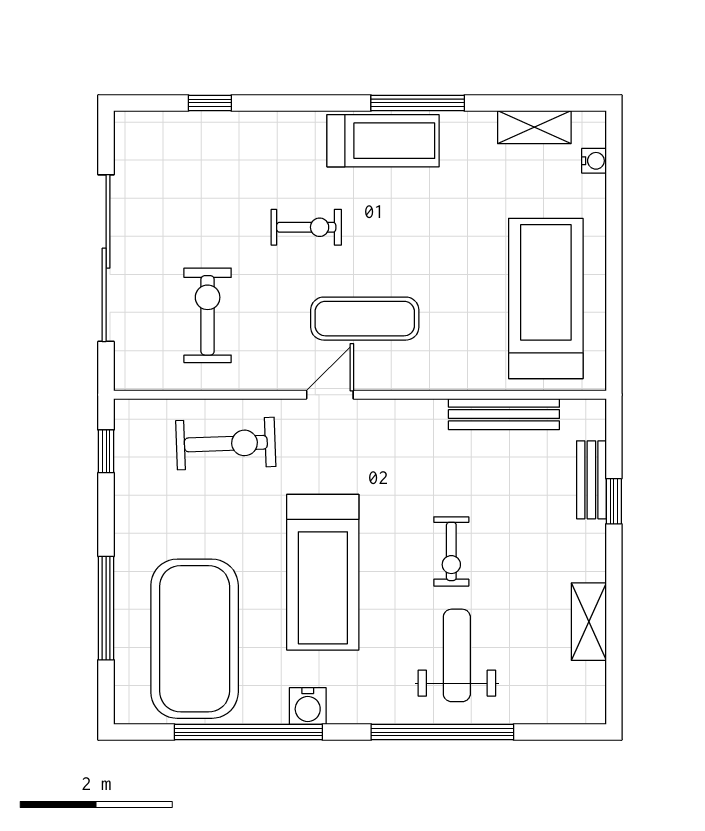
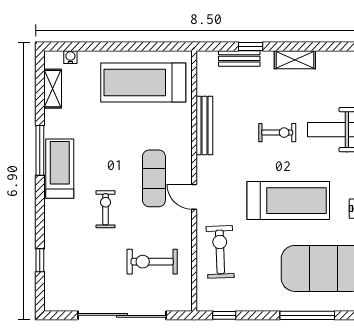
bench: (504, 414) -> (204, 126), moved
shelving: (589, 622) -> (295, 60), moved

